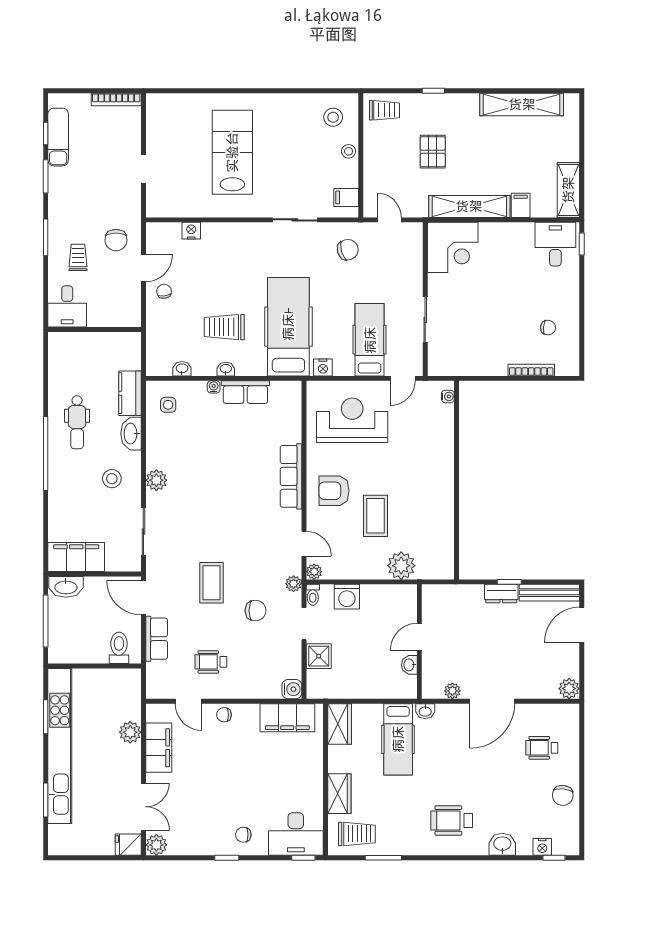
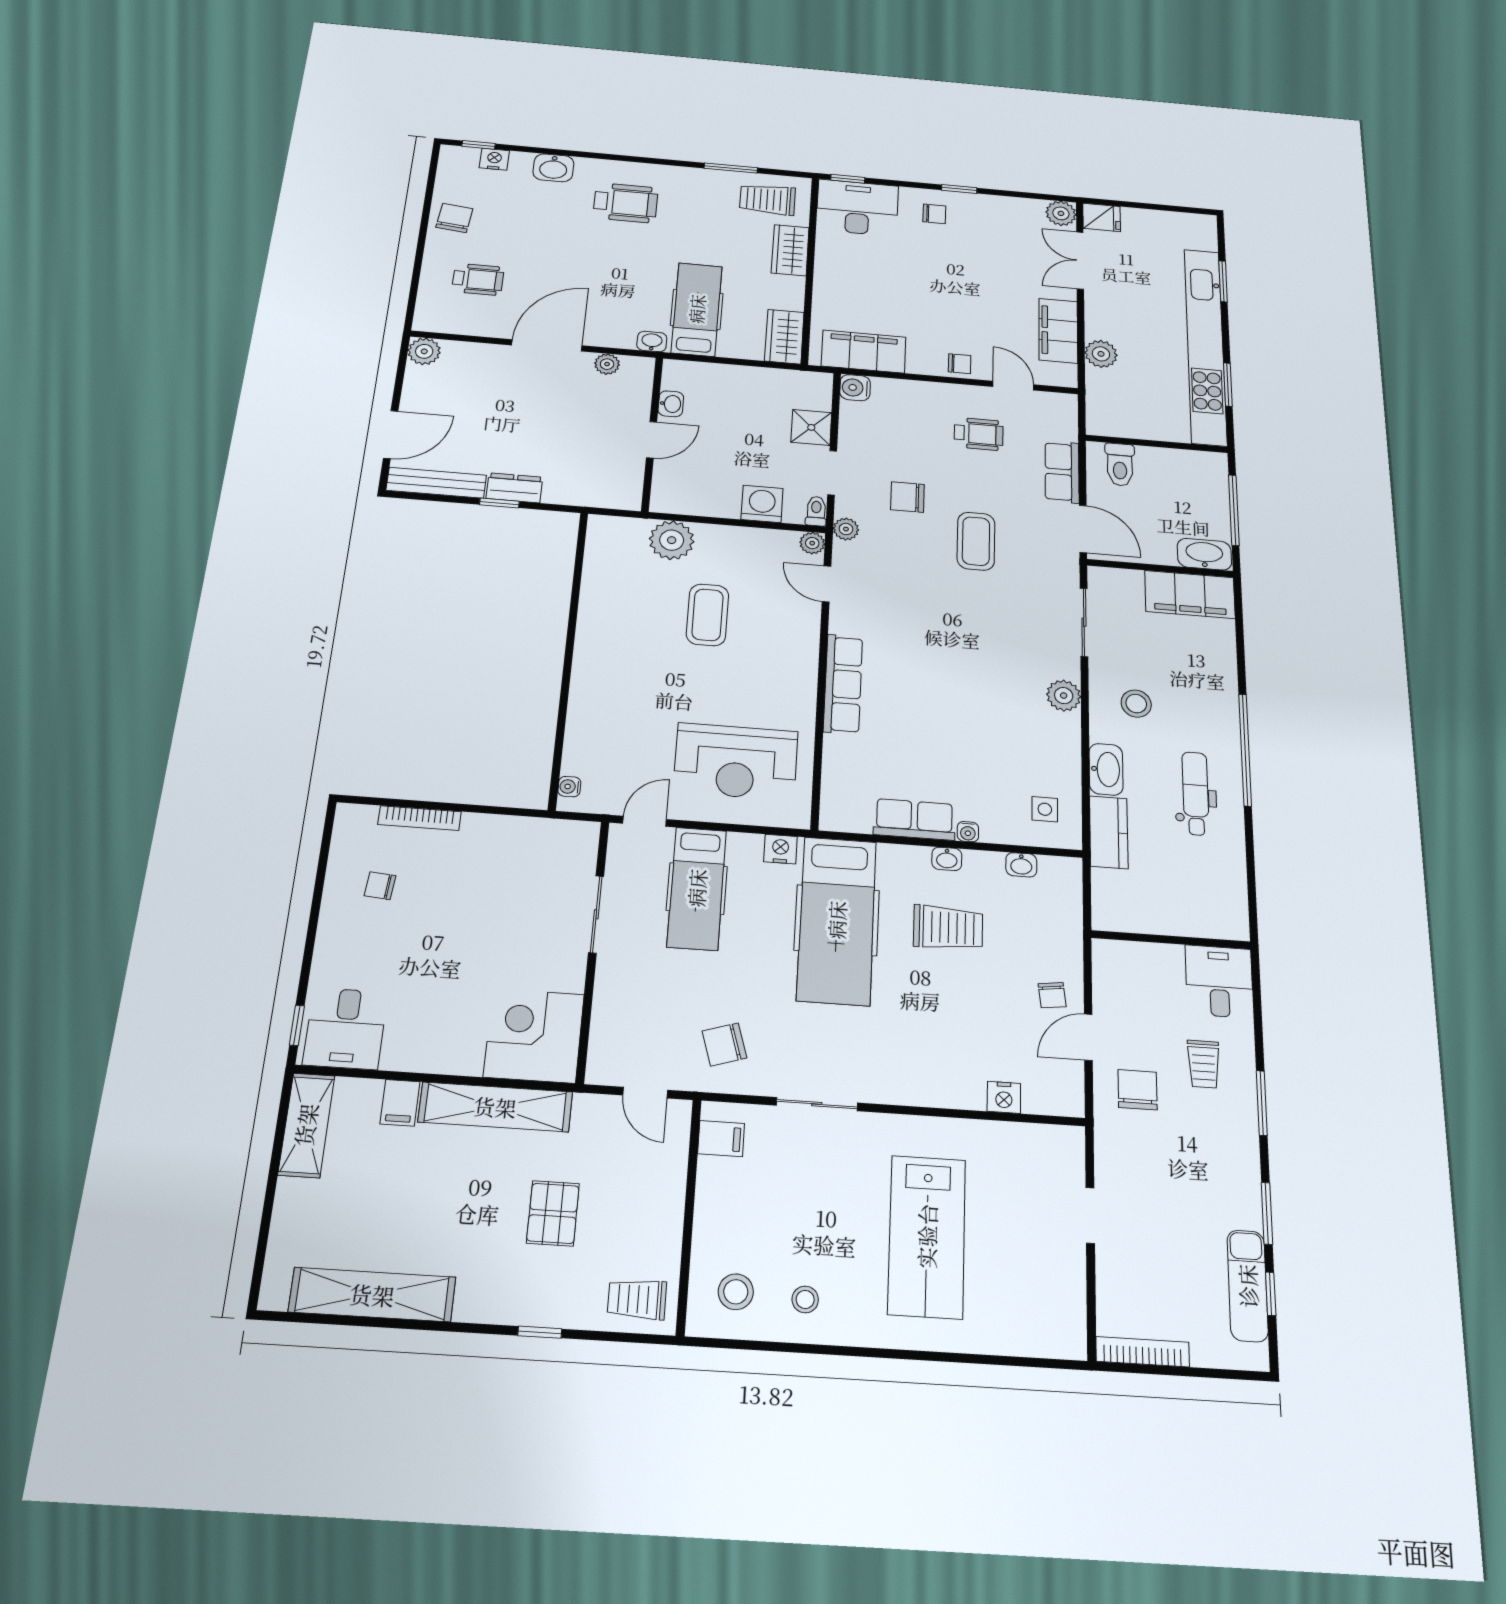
stool: (349, 151) -> (805, 1299), moved
armchair: (334, 491) -> (773, 657), removed

